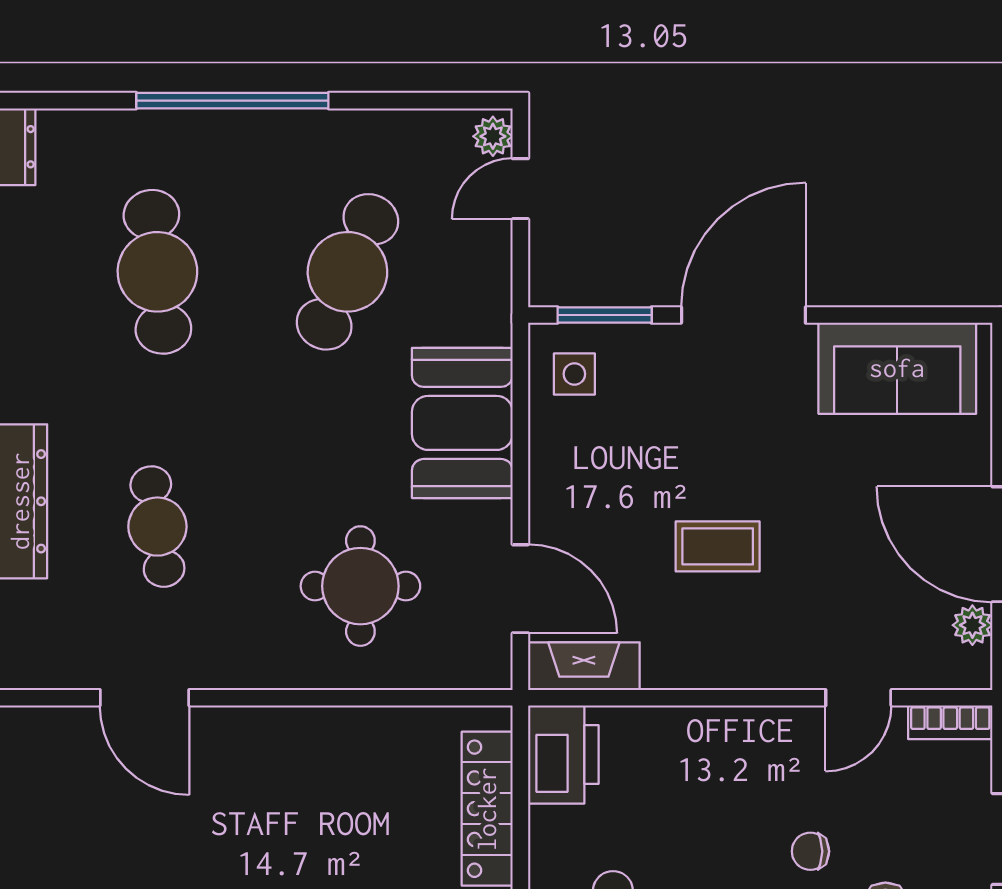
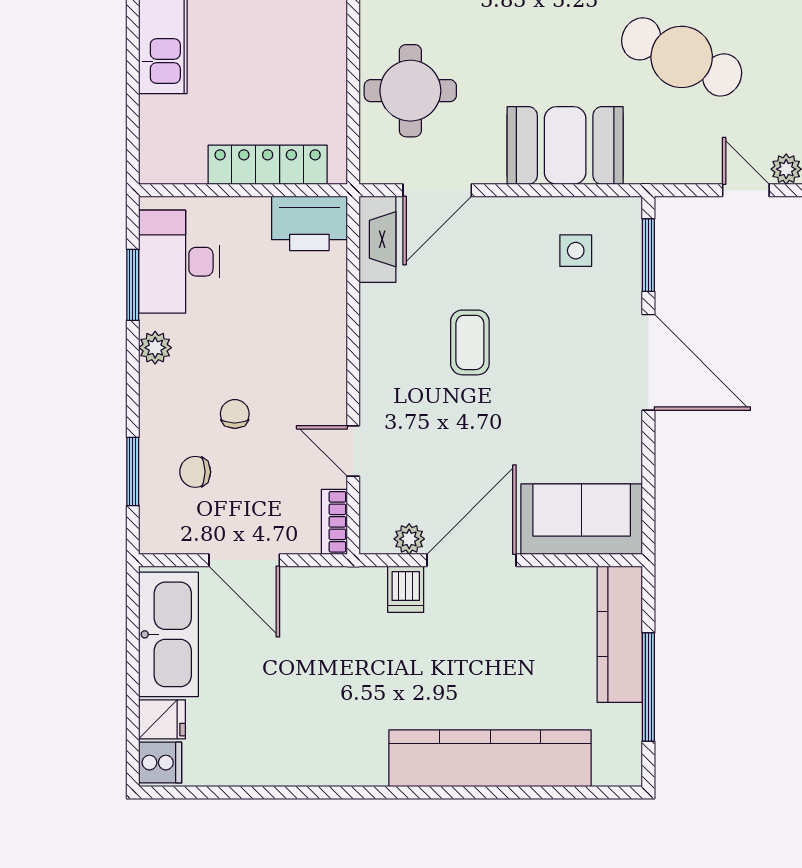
sofa: (897, 368) -> (582, 519), moved, turned 90
side table: (574, 374) -> (576, 251), moved
round table: (360, 586) -> (410, 91), moved

